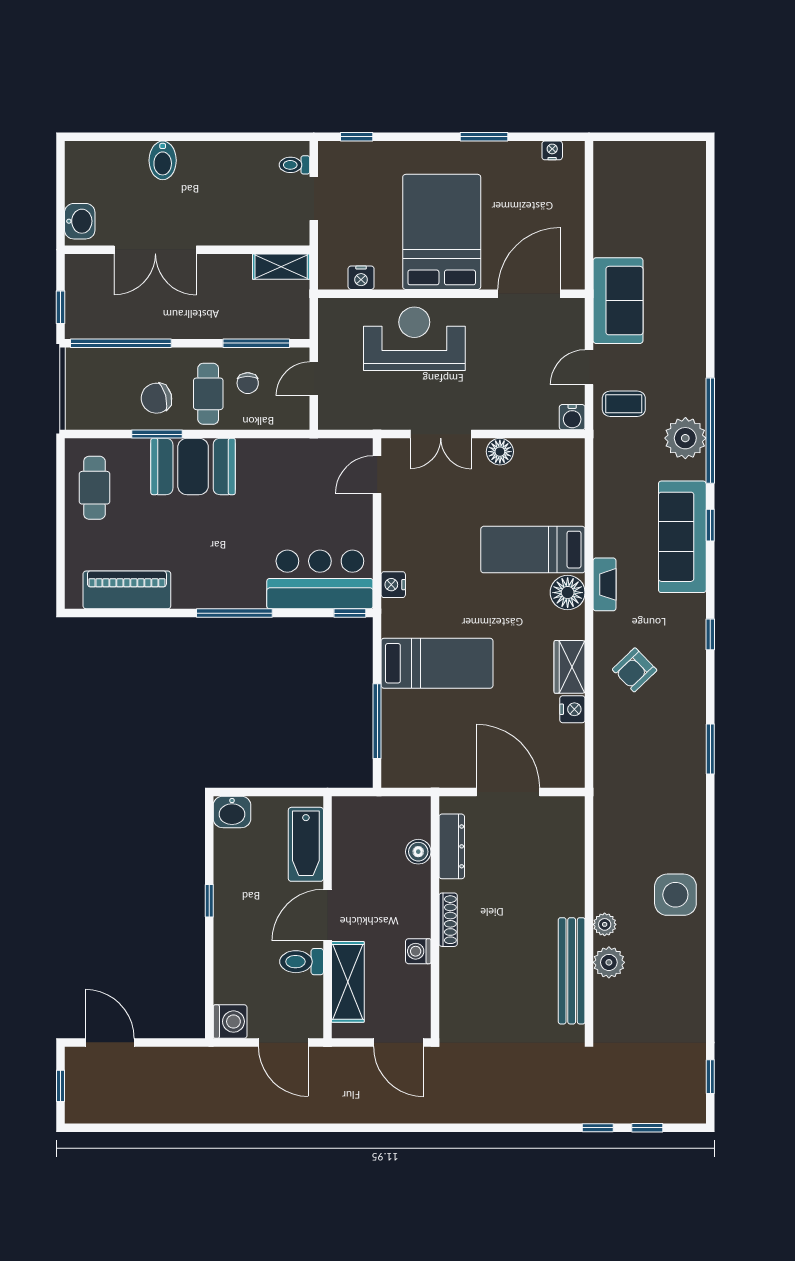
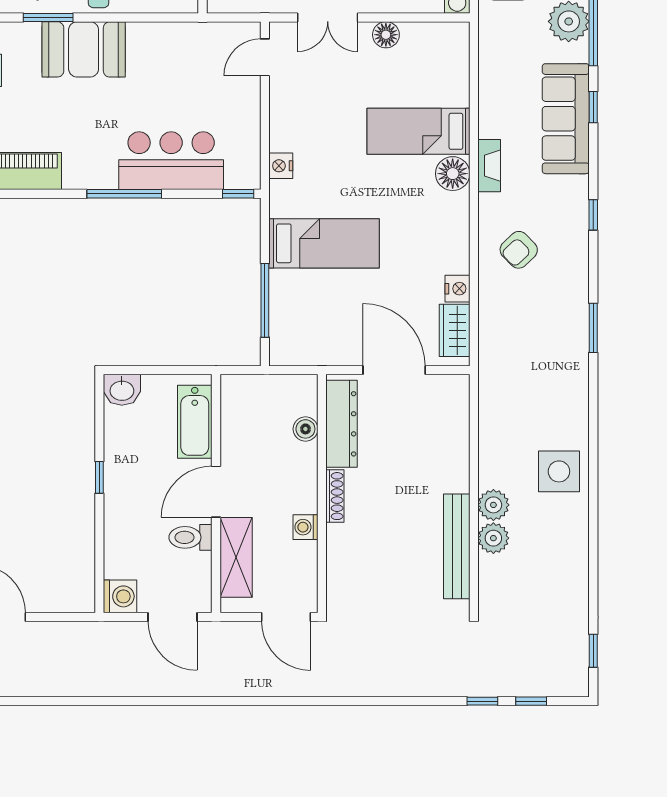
bar counter: (320, 579) -> (171, 161), moved
wardrobe: (570, 667) -> (455, 330), moved
dresser: (452, 846) -> (342, 424), width x1.37, depth x1.24
plant: (605, 924) -> (493, 505), width x1.38, depth x1.38

